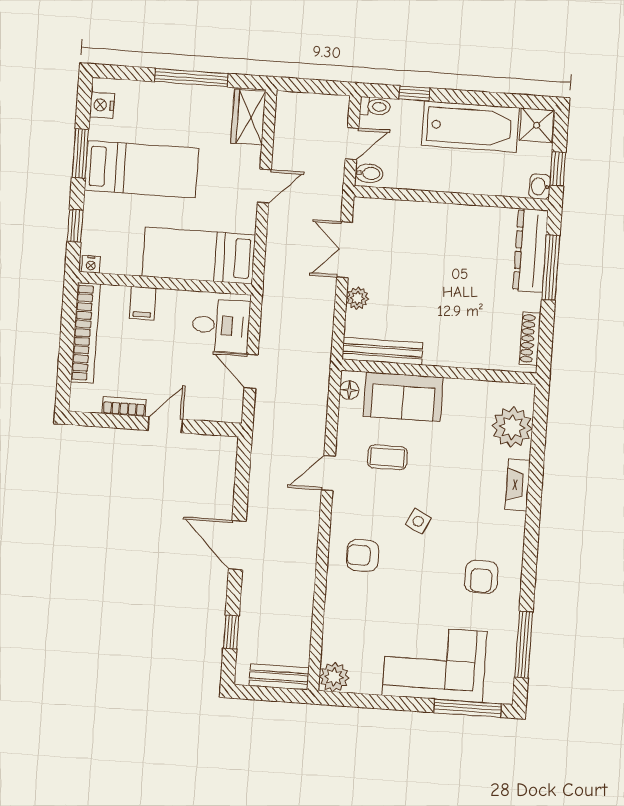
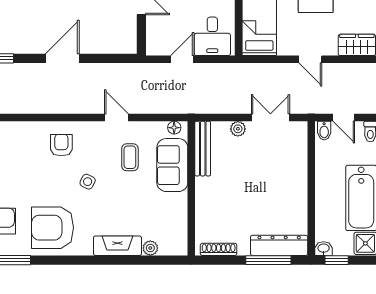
plant: (512, 427) -> (150, 248), width x0.53, depth x0.53
fireplace: (518, 485) -> (117, 246), width x1.37, depth x1.32
armchair: (481, 577) -> (53, 228), width x1.88, depth x1.88

